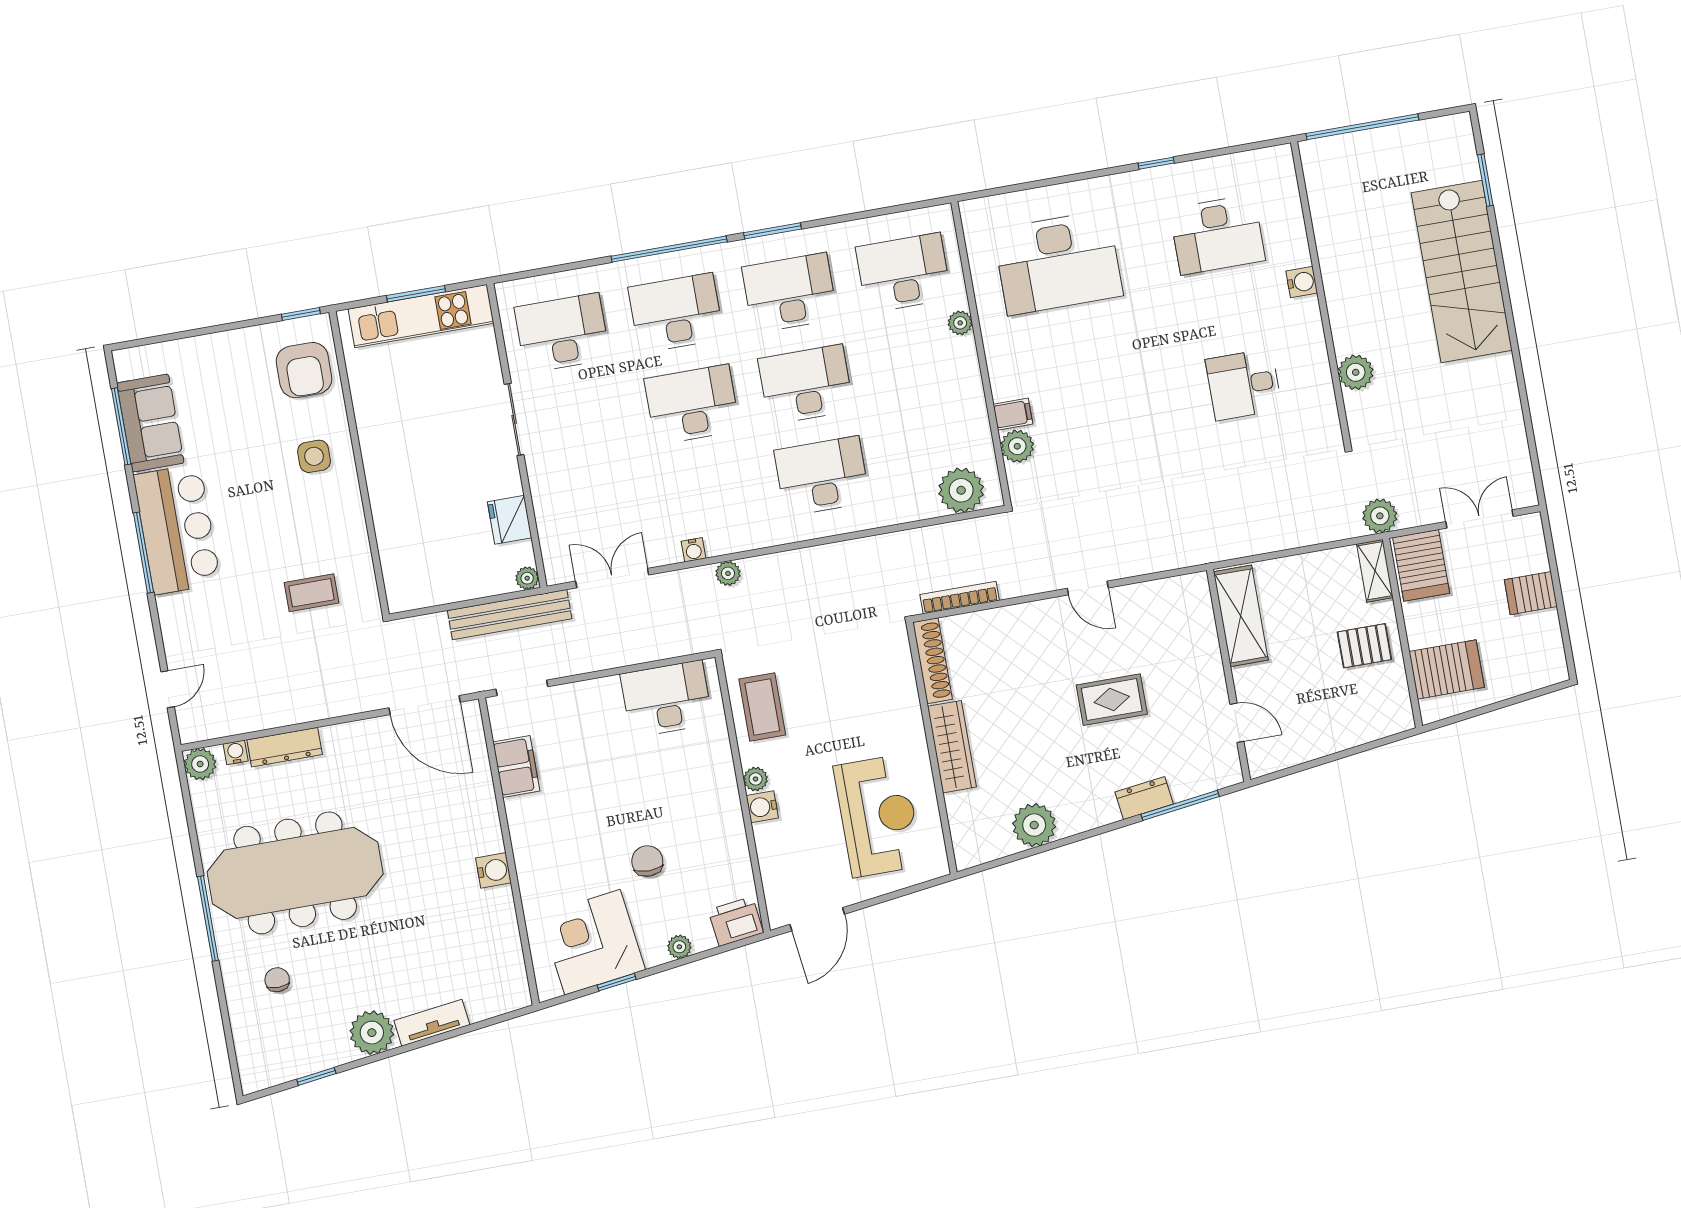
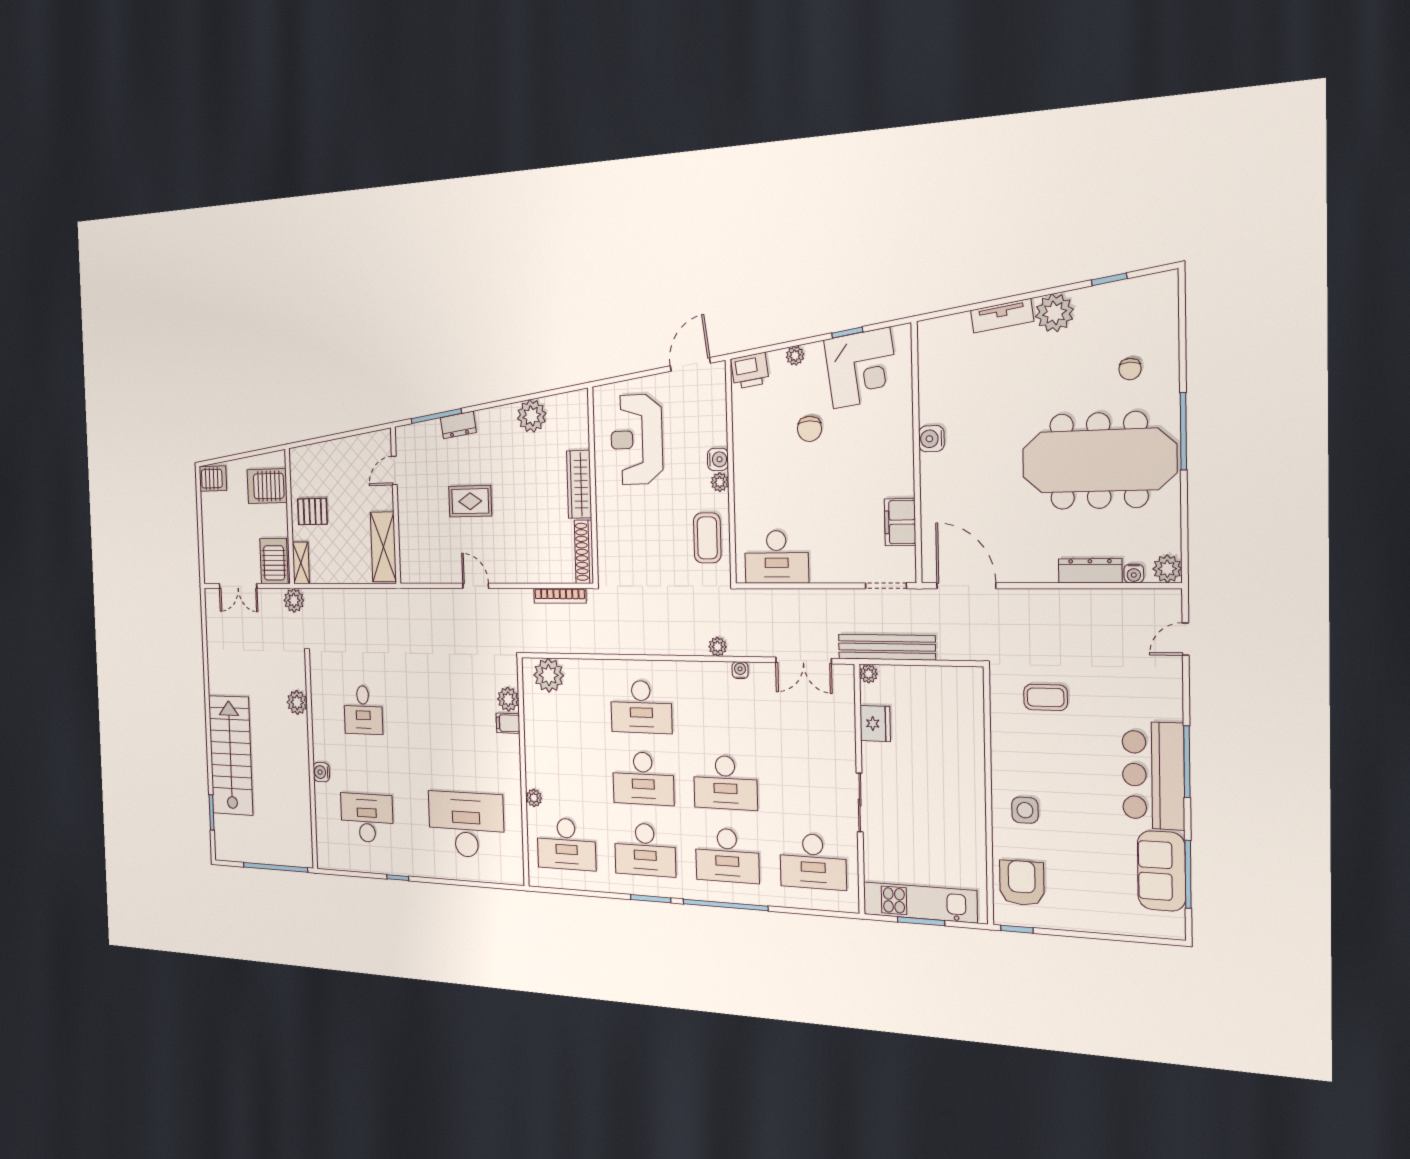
desk: (1244, 384) -> (363, 710), turned 90
server rack: (1531, 593) -> (213, 479), moved
door: (1237, 723) -> (394, 470), hinge flipped

